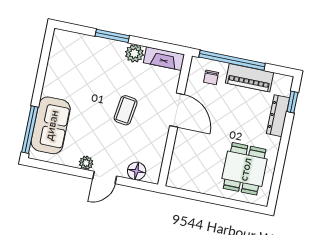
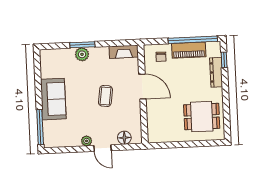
plant: (134, 53) -> (82, 54), moved
window: (232, 60) -> (193, 40), moved
sofa: (51, 125) -> (53, 99), moved
dining table: (245, 169) -> (202, 117), turned 90
door: (105, 177) -> (103, 148), hinge flipped

